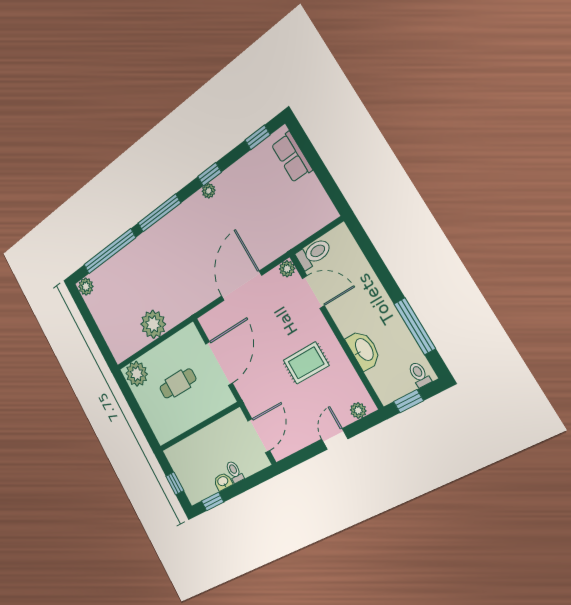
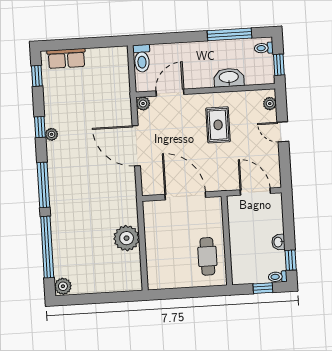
toilet: (314, 253) -> (142, 58), moved, turned 180
plant: (137, 374) -> (159, 276), removed
cafe table: (178, 384) -> (207, 256), moved
toilet: (234, 472) -> (278, 277), moved

